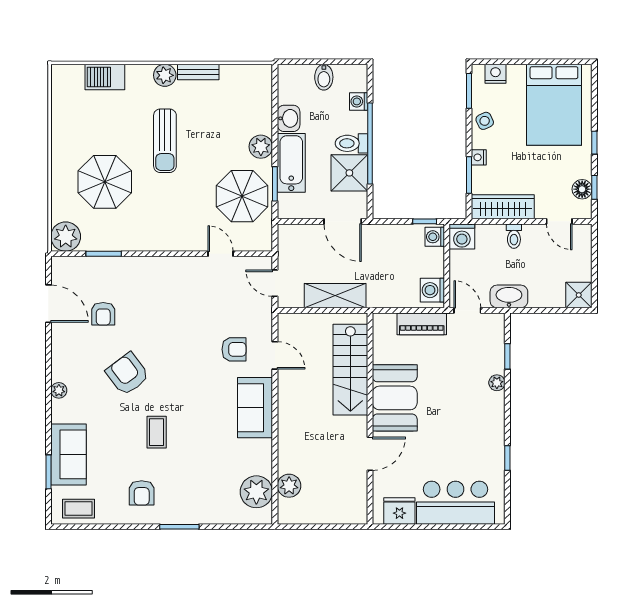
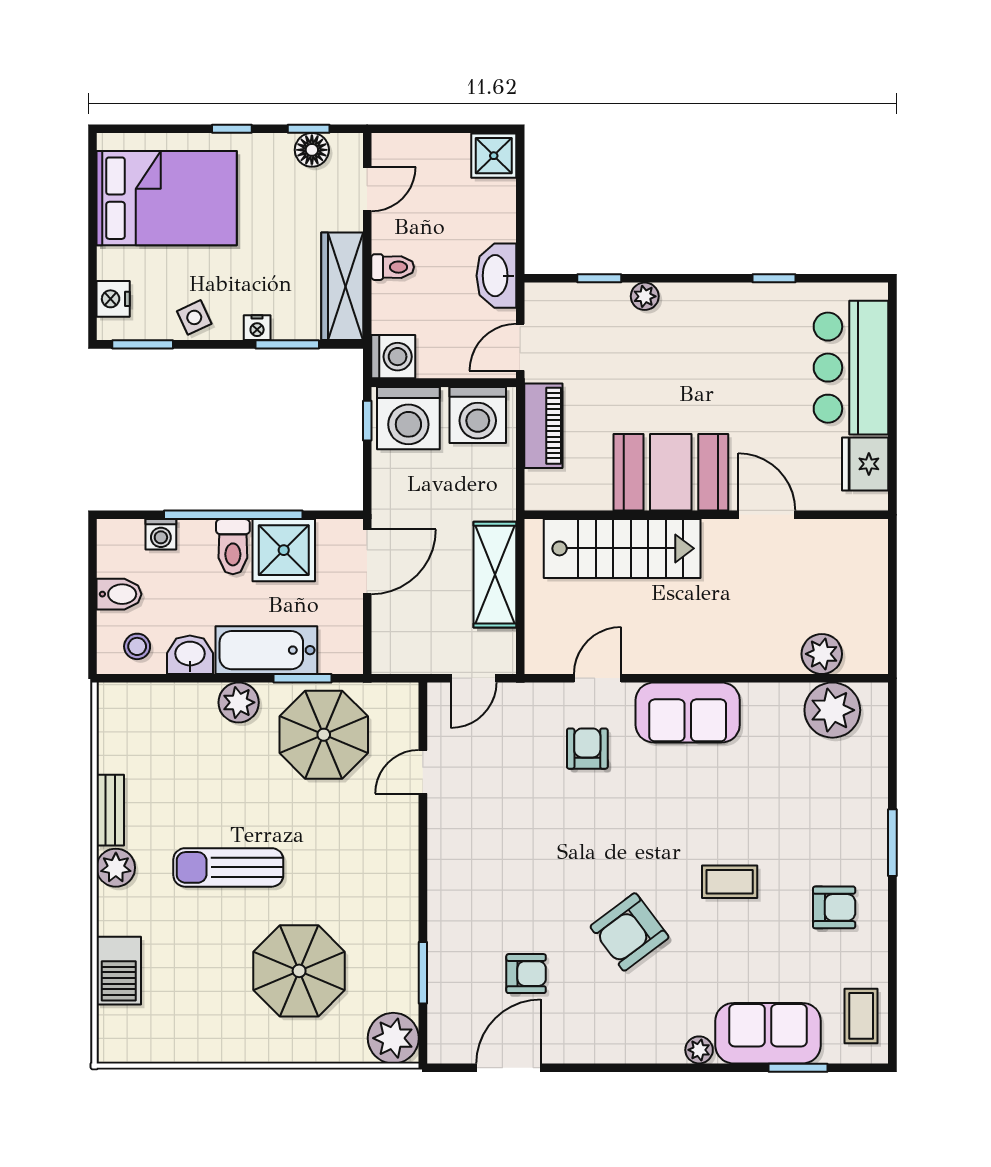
stool: (293, 88) -> (137, 646), added
sun lounger: (165, 141) -> (228, 867), turned 180
washing machine: (435, 237) -> (408, 418), width x1.89, depth x1.89
washing machine: (432, 290) -> (478, 415), width x1.37, depth x1.37
plant: (59, 390) -> (699, 1050), moved

